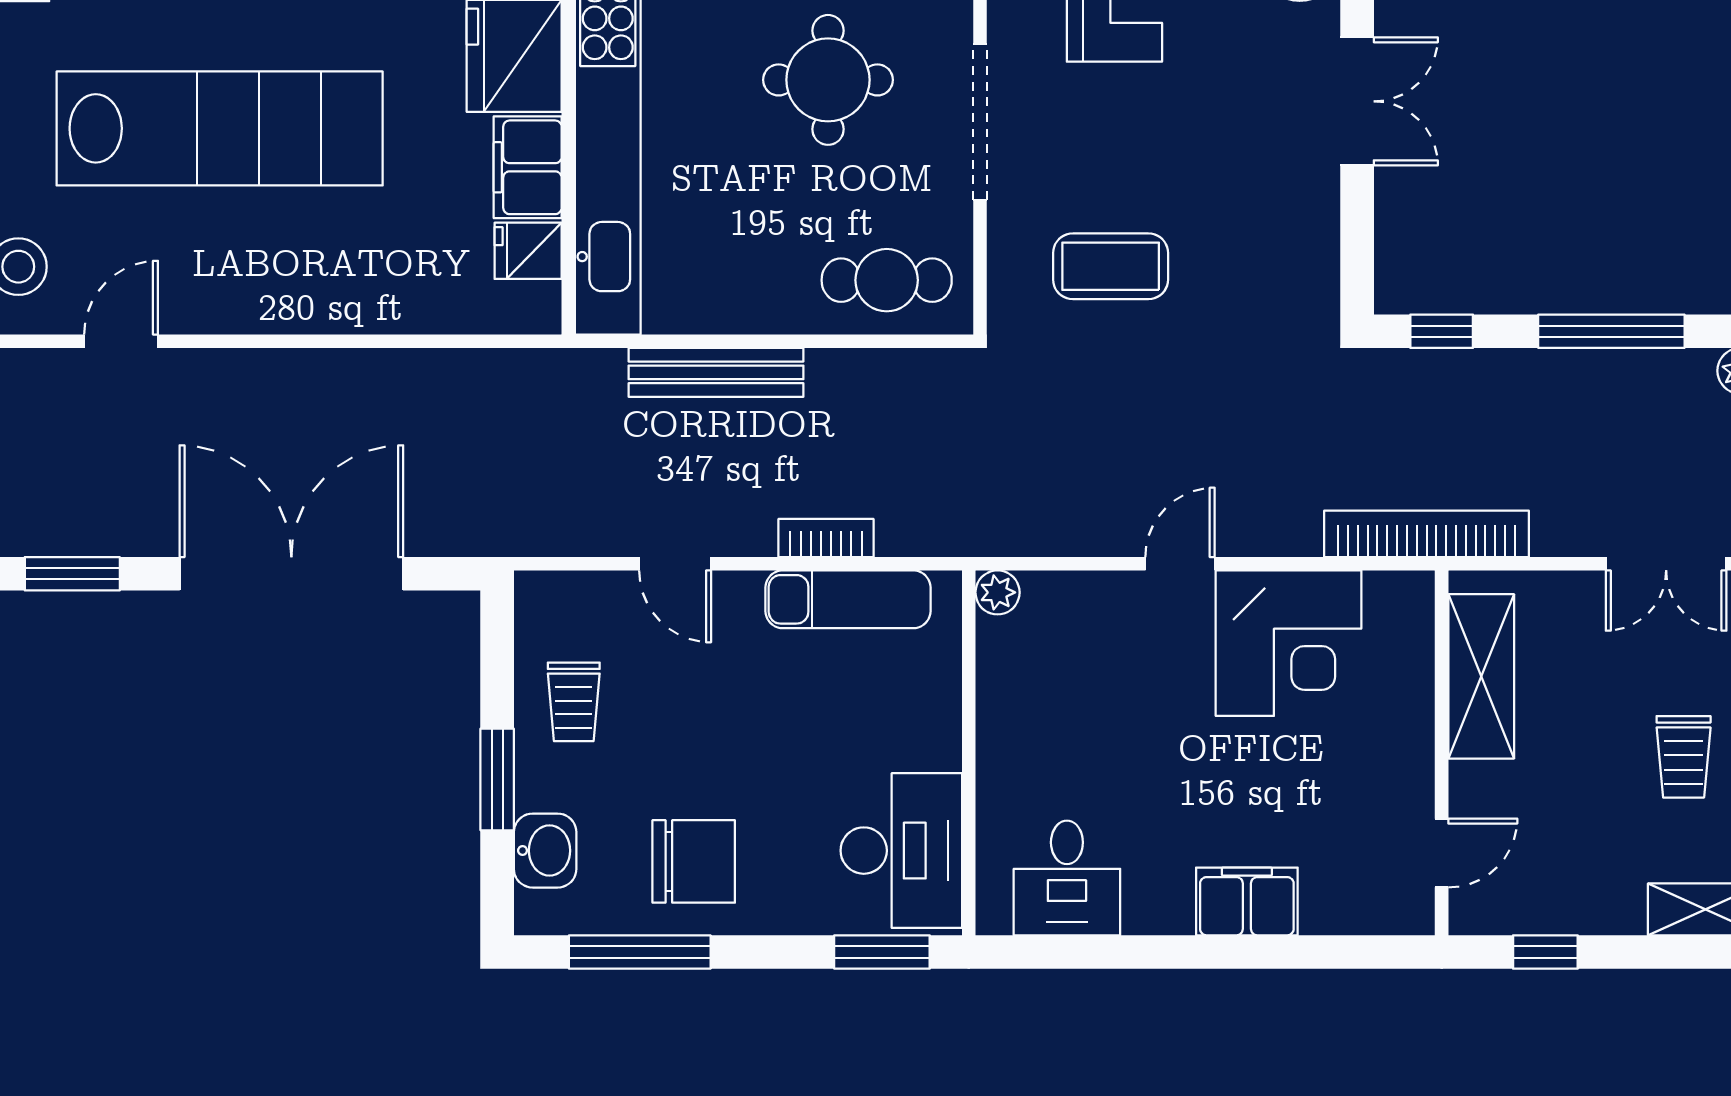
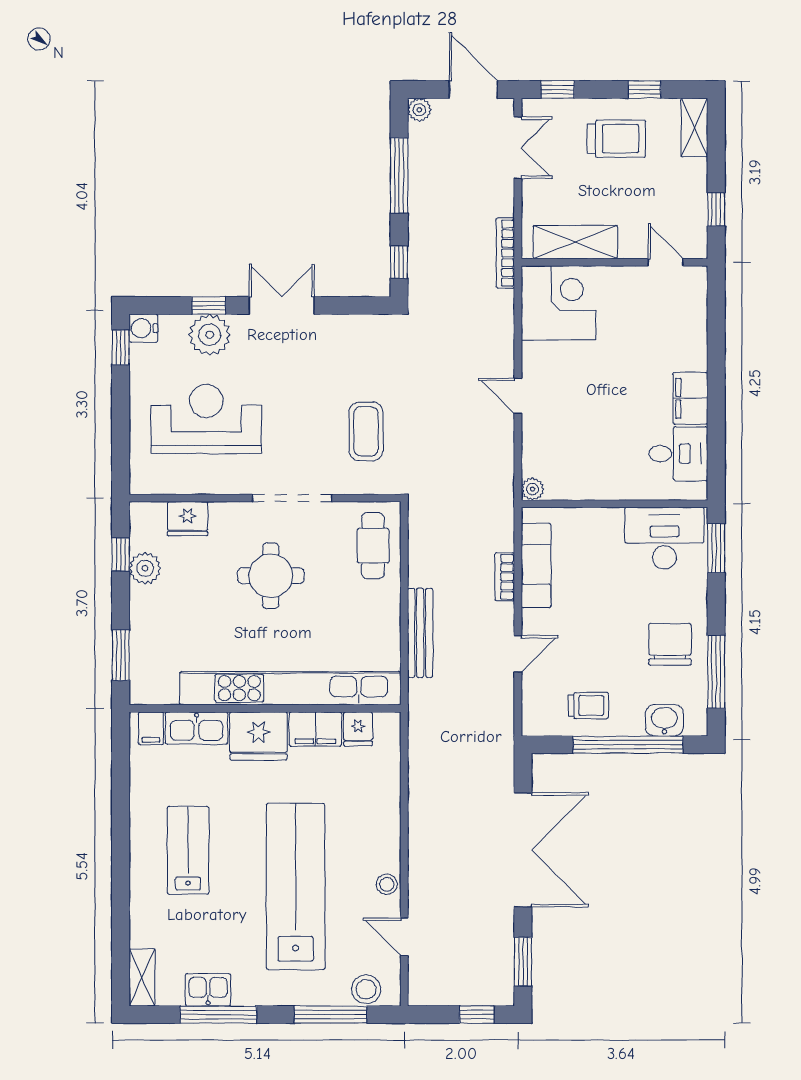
stool: (224, 307) -> (387, 884), added
bookcase: (1427, 534) -> (505, 253), width x0.68, depth x0.76
double door: (291, 574) -> (523, 850), swing flipped
corner desk: (1288, 643) -> (558, 303), moved
trolley: (1684, 757) -> (616, 139), width x1.36, depth x1.39
window: (497, 779) -> (628, 745), width x2.11
filing cabinet: (1247, 901) -> (690, 398), moved

